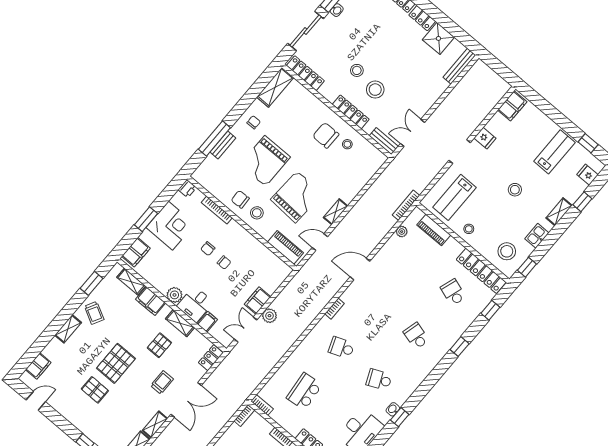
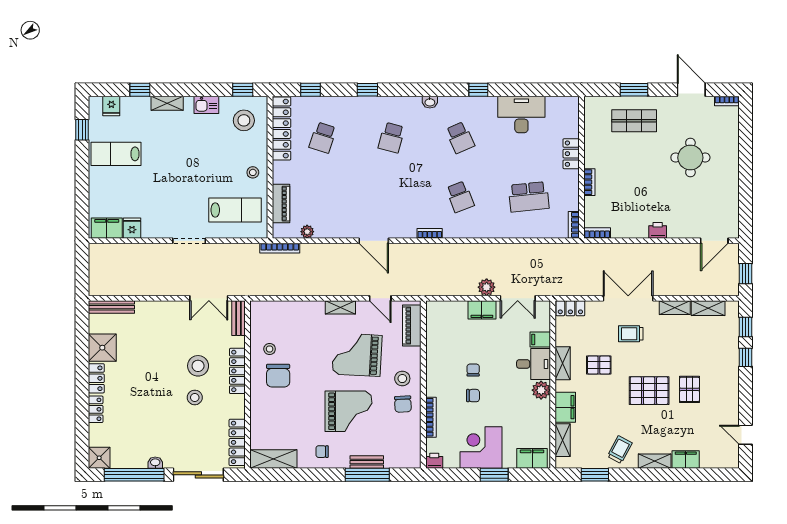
fridge: (485, 138) -> (132, 228), moved
stool: (515, 190) -> (181, 161), removed
filing cabinet: (38, 366) -> (686, 460), moved
washbasin: (393, 409) -> (430, 102), moved

